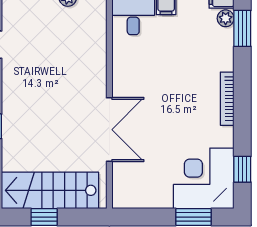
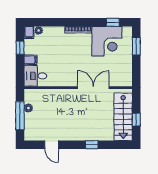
window: (242, 28) -> (44, 22), removed
corner desk: (204, 178) -> (107, 41), moved, turned -90

